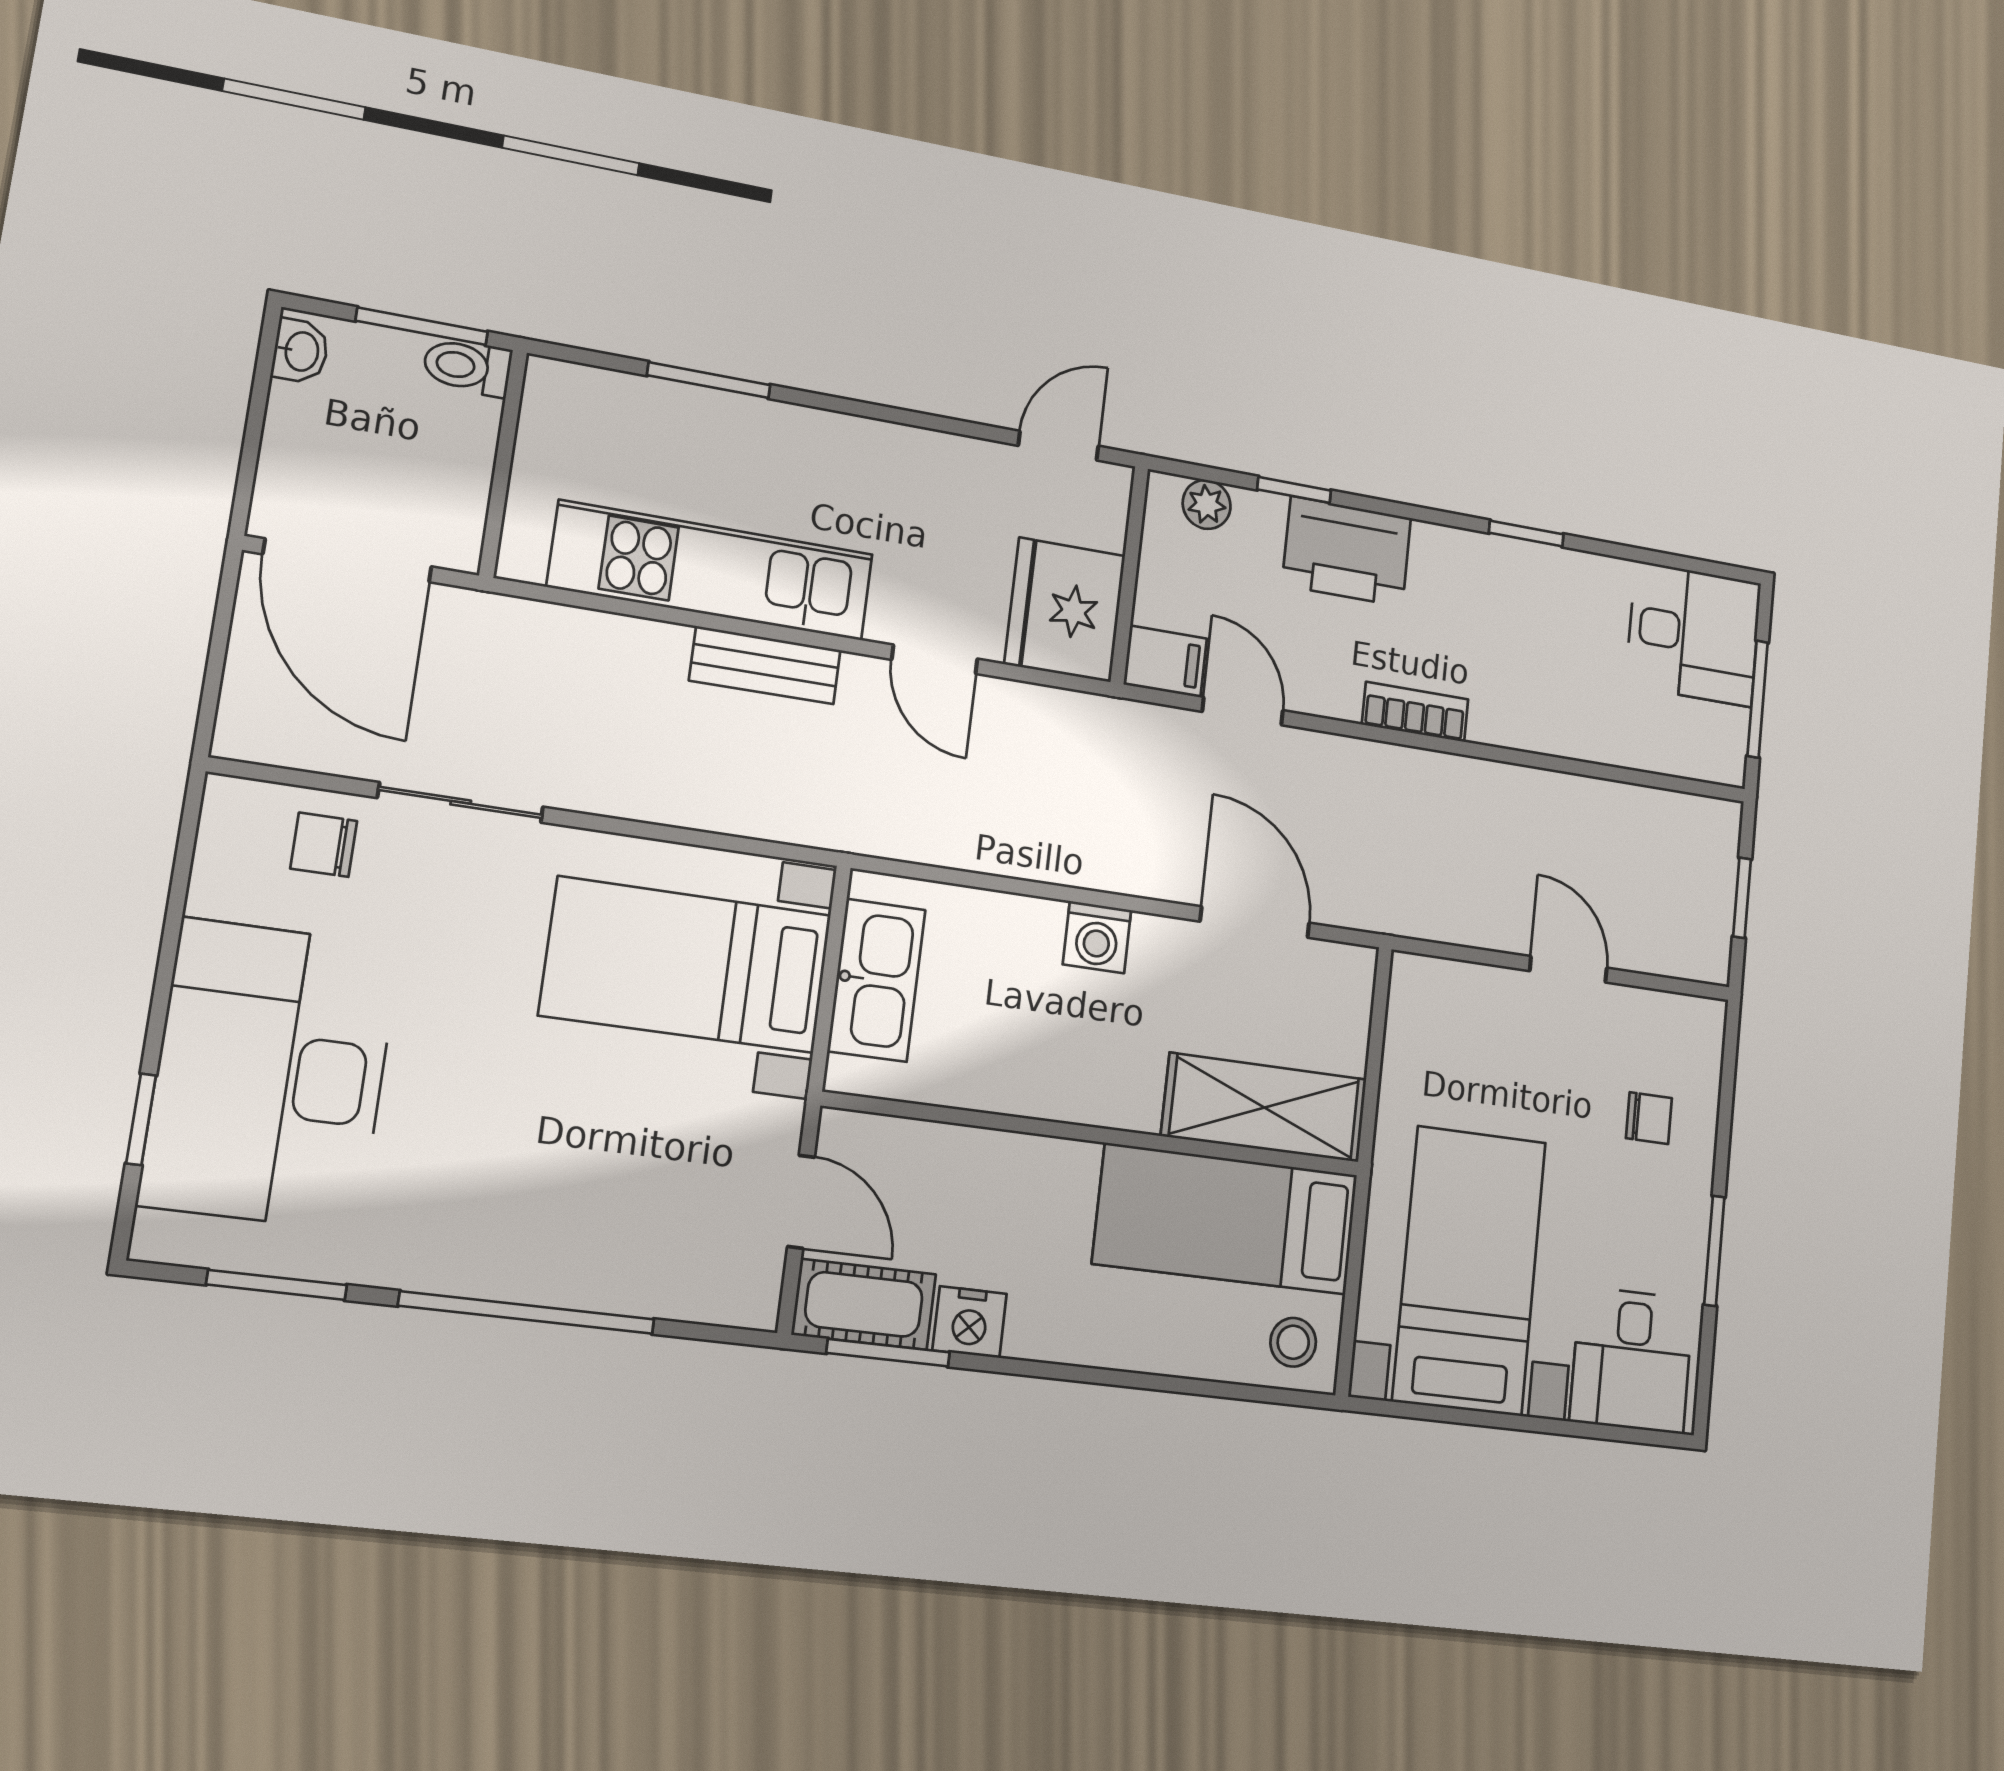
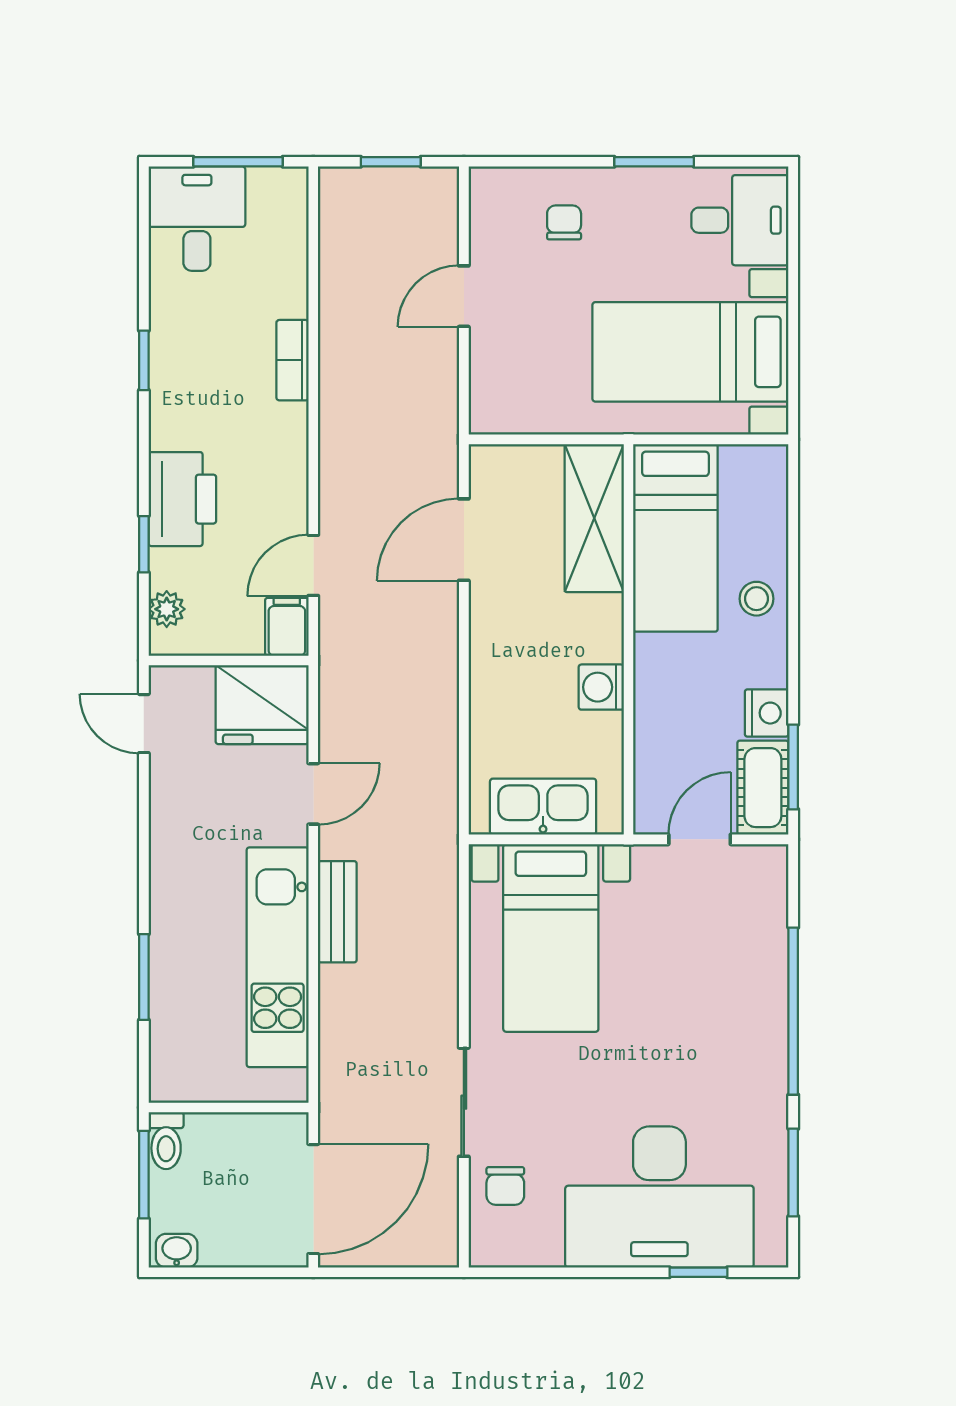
bookcase: (1415, 712) -> (292, 360), moved
washing machine: (1097, 937) -> (601, 687), moved, turned 180
stool: (1293, 1342) -> (757, 599), moved

